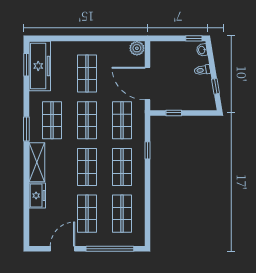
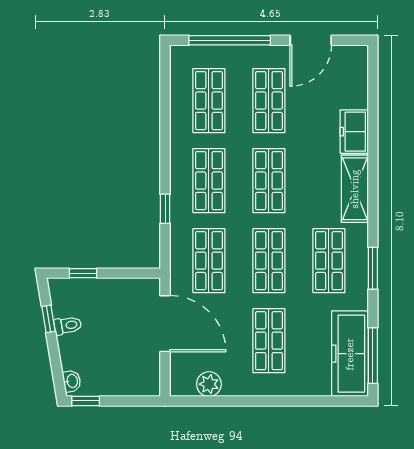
plant: (137, 48) -> (209, 384), moved
window: (26, 65) -> (373, 356), width x1.44
toilet: (202, 70) -> (68, 325), moved
window: (174, 113) -> (83, 273), moved
window: (26, 129) -> (373, 268), moved

